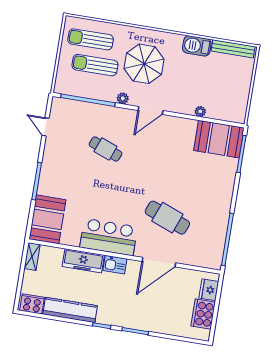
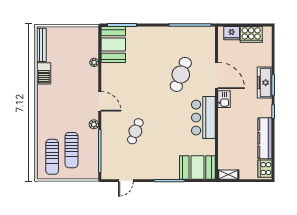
parasol: (144, 64) -> (64, 112), removed
freezer: (83, 261) -> (265, 83), moved, turned 180
kitchen sink: (115, 265) -> (224, 99), moved

